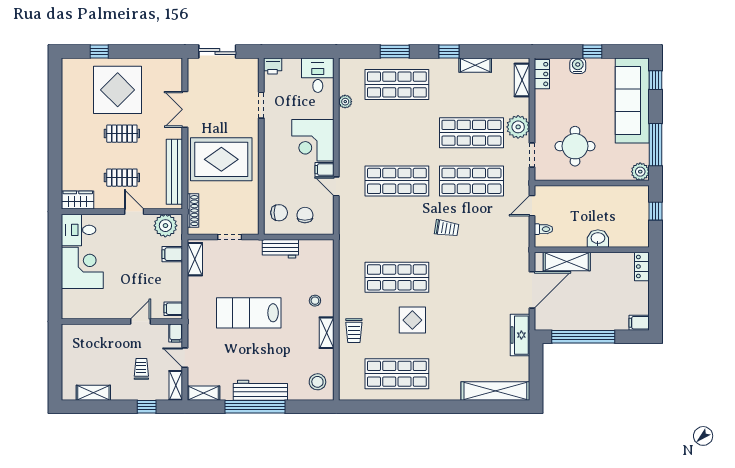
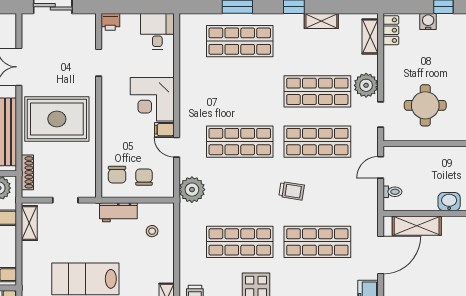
plant: (345, 102) -> (192, 190), moved, width x1.87, depth x1.87
chair: (279, 213) -> (117, 175), turned 90
shop shelf: (471, 277) -> (317, 242), added
stool: (315, 301) -> (152, 231), moved

